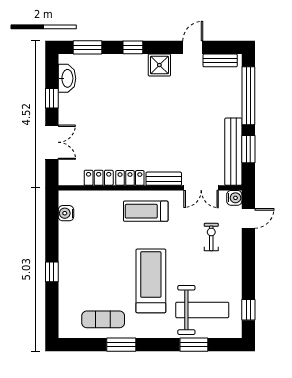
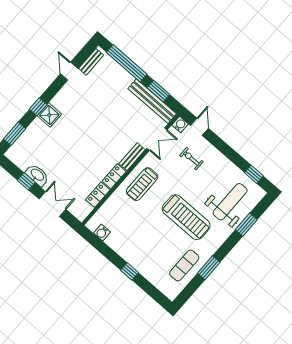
shower: (159, 65) -> (49, 115), moved
washbasin: (67, 78) -> (37, 175), moved
treadmill: (151, 281) -> (186, 217), turned 180

